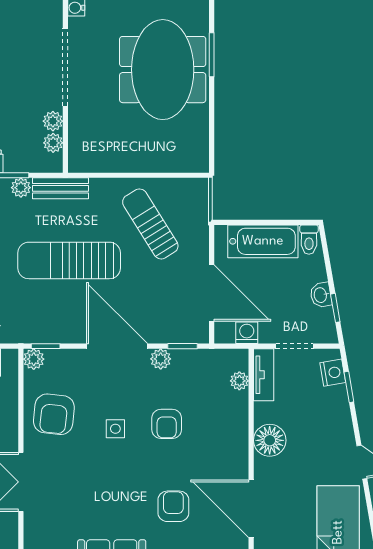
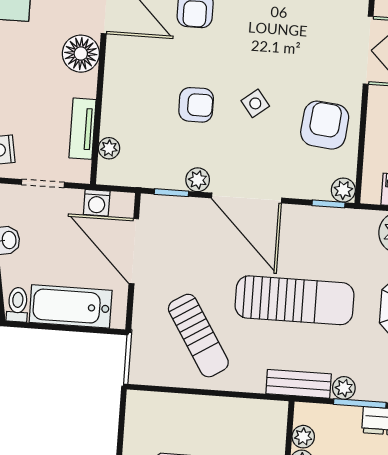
tv unit: (264, 375) -> (82, 129), moved
armchair: (167, 424) -> (196, 105), turned 90
side table: (115, 429) -> (255, 103), turned -38
floor lamp: (270, 440) -> (81, 54), moved

